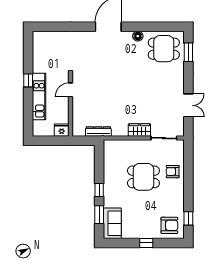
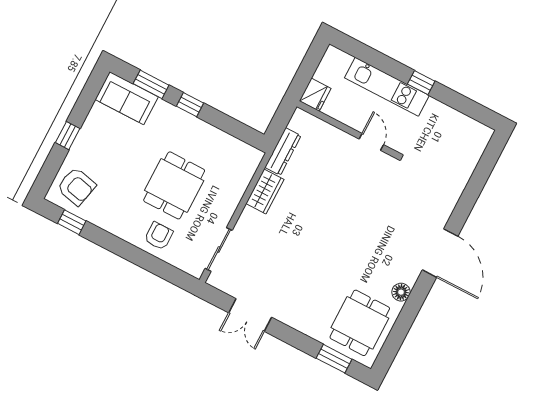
wardrobe: (139, 130) -> (265, 191), moved
armchair: (169, 225) -> (76, 186), turned -77

